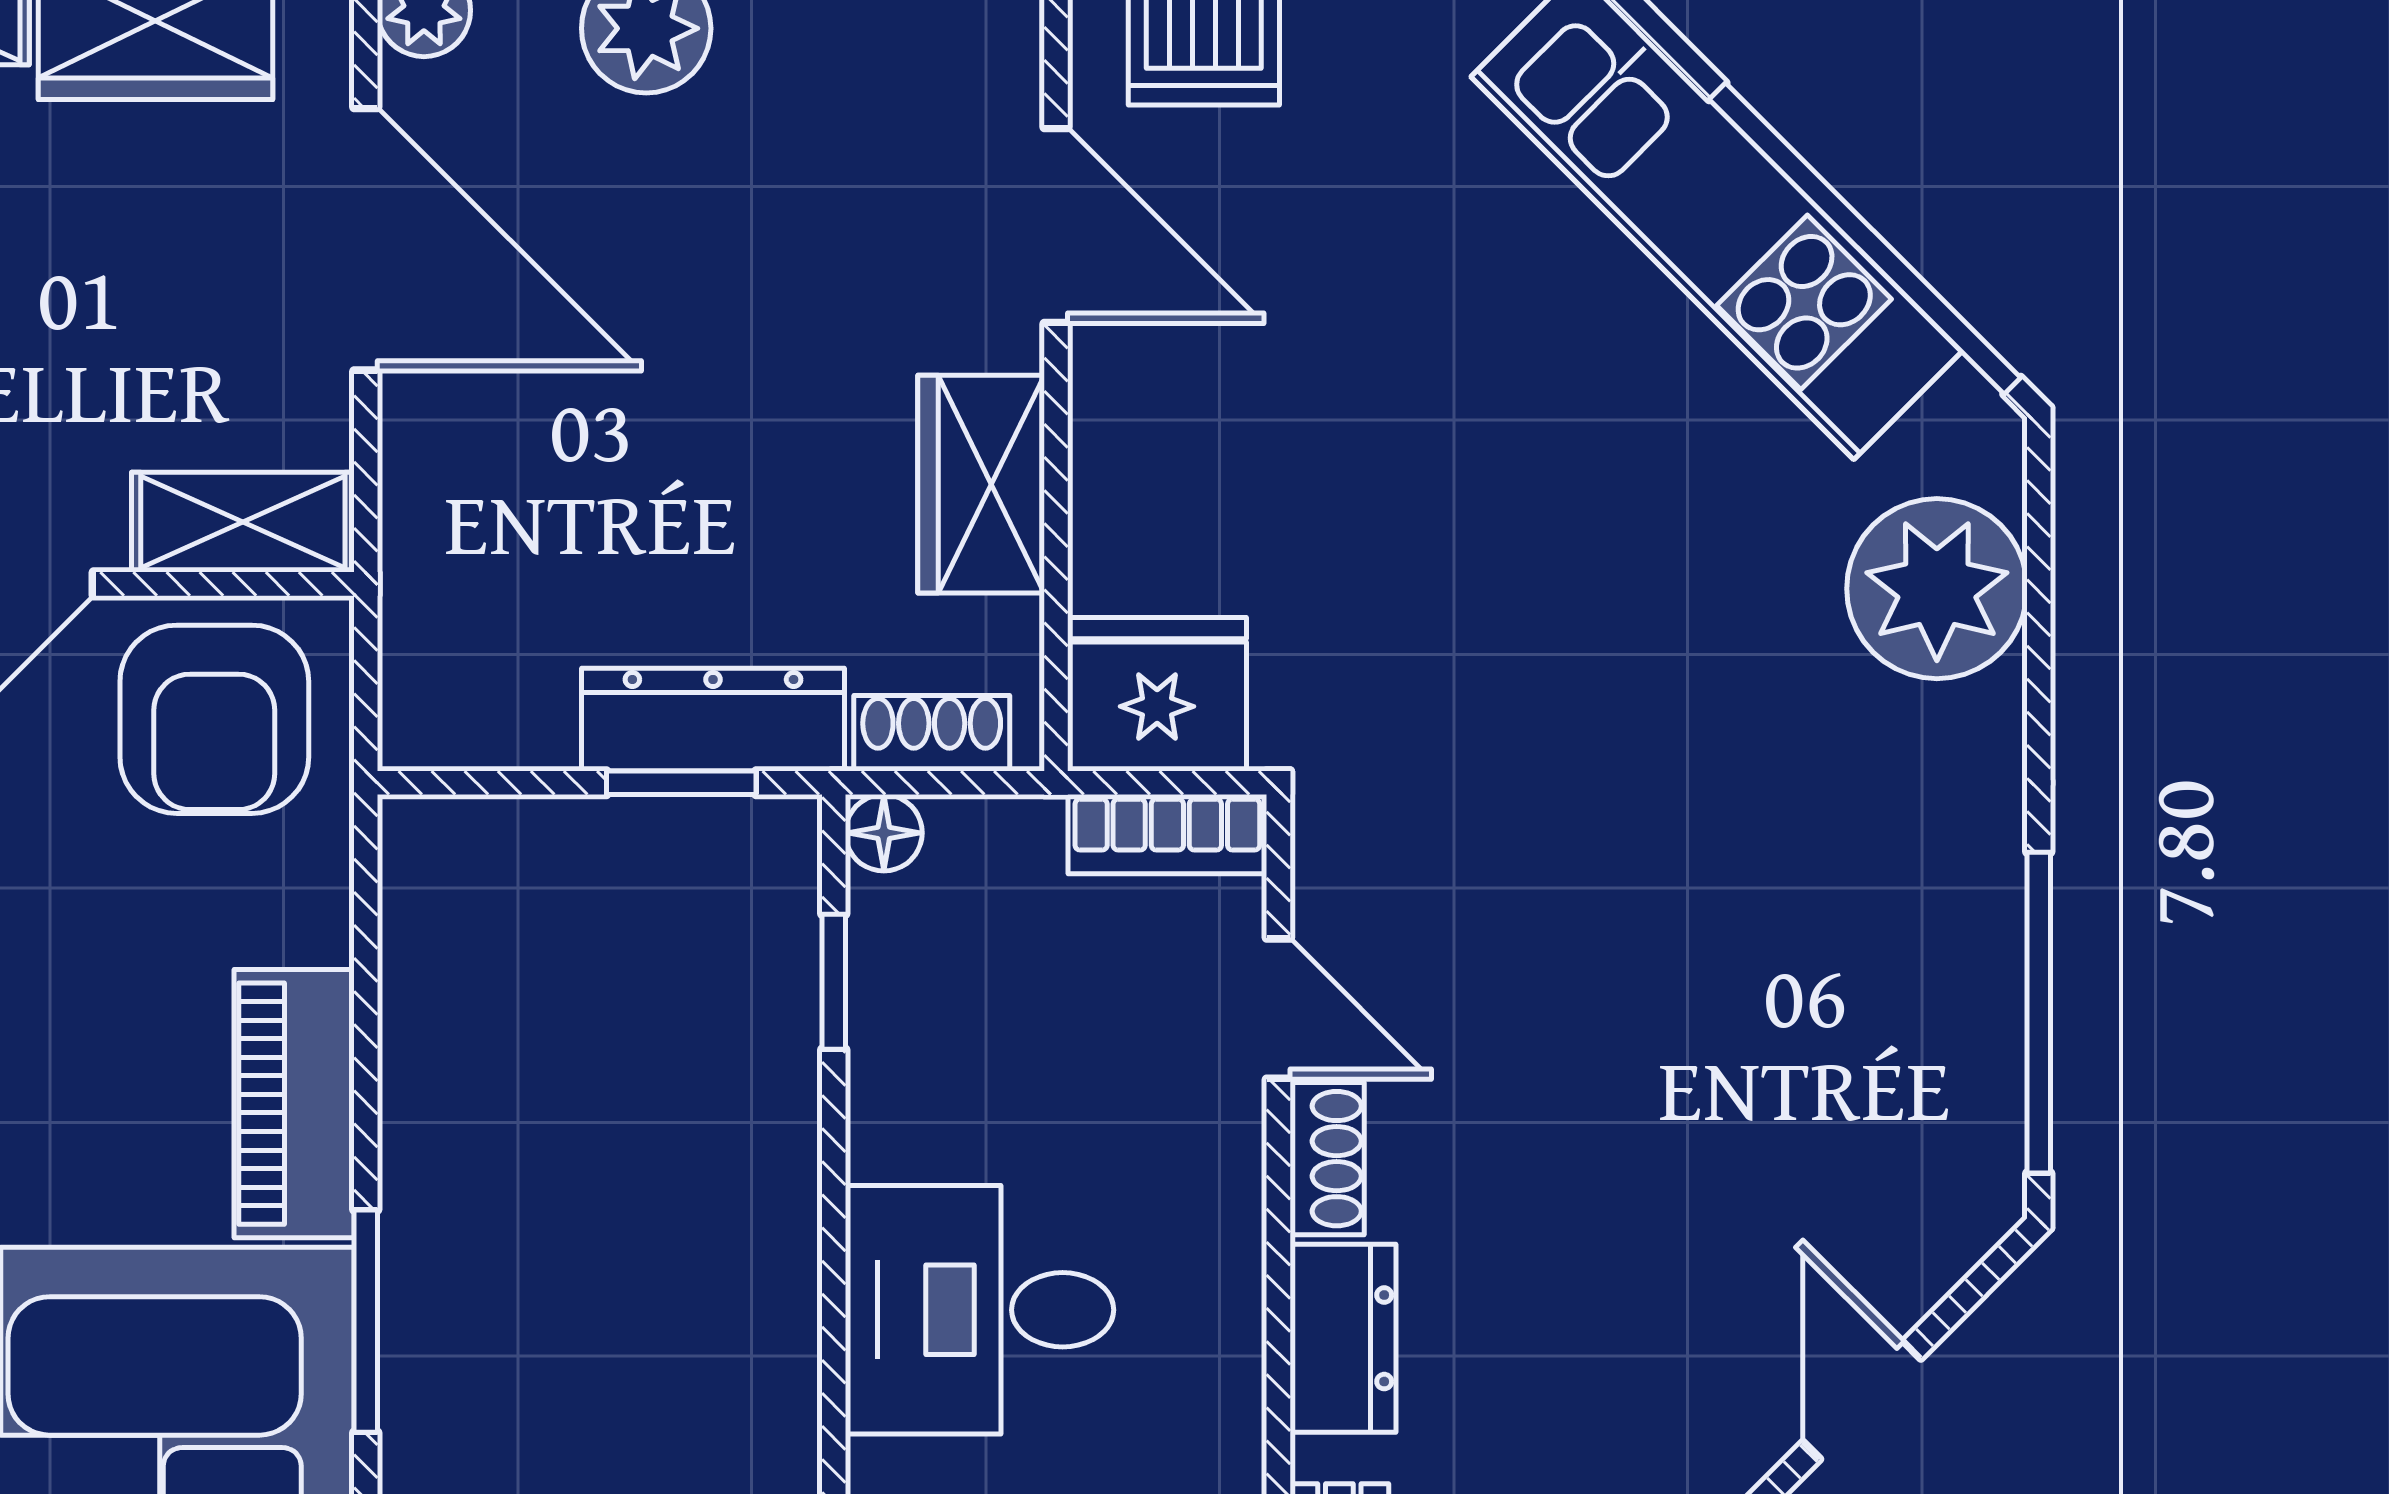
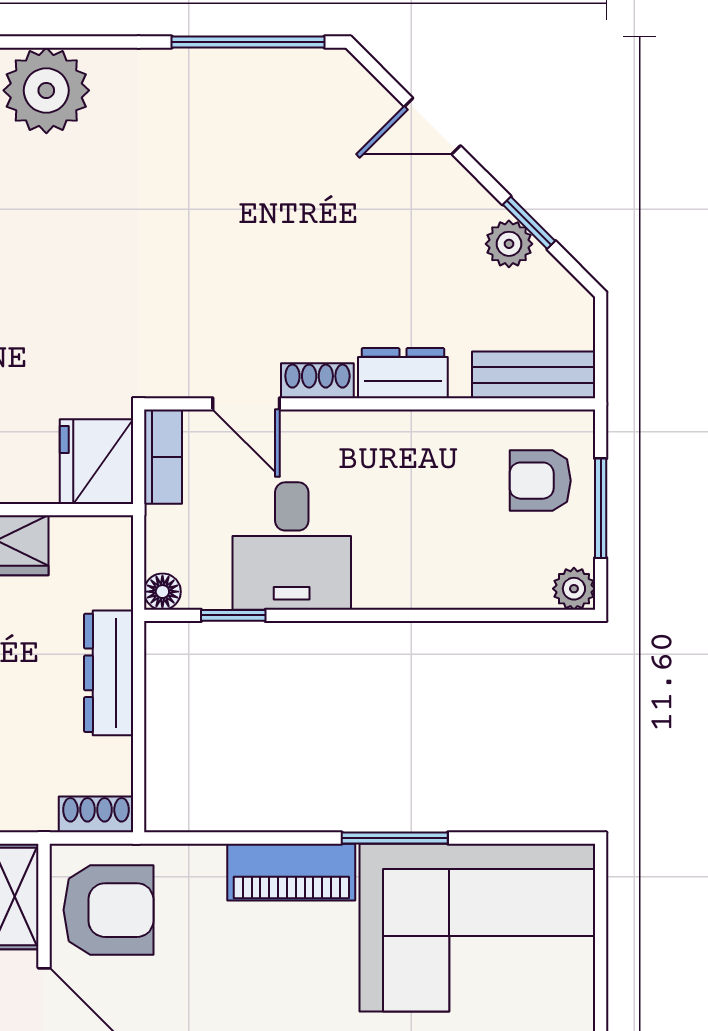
shoe rack: (932, 733) -> (96, 814), moved, turned 90
window: (681, 783) -> (139, 688), removed
door: (1278, 1009) -> (246, 404), swing flipped
desk: (980, 1310) -> (292, 546), moved

